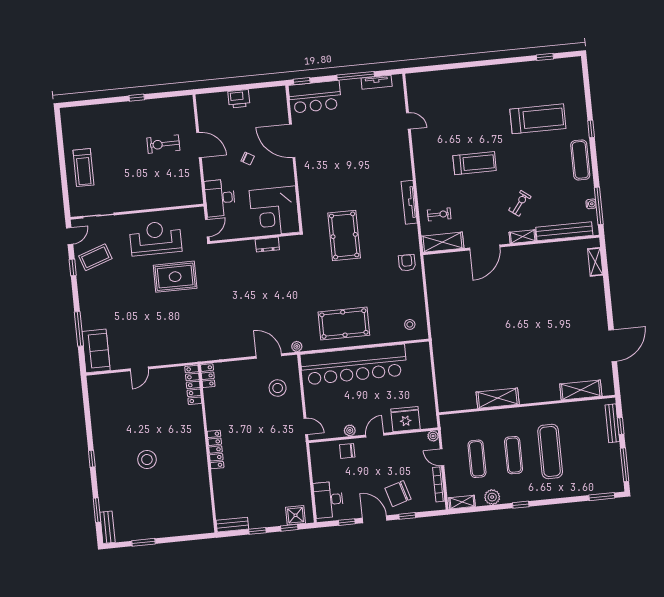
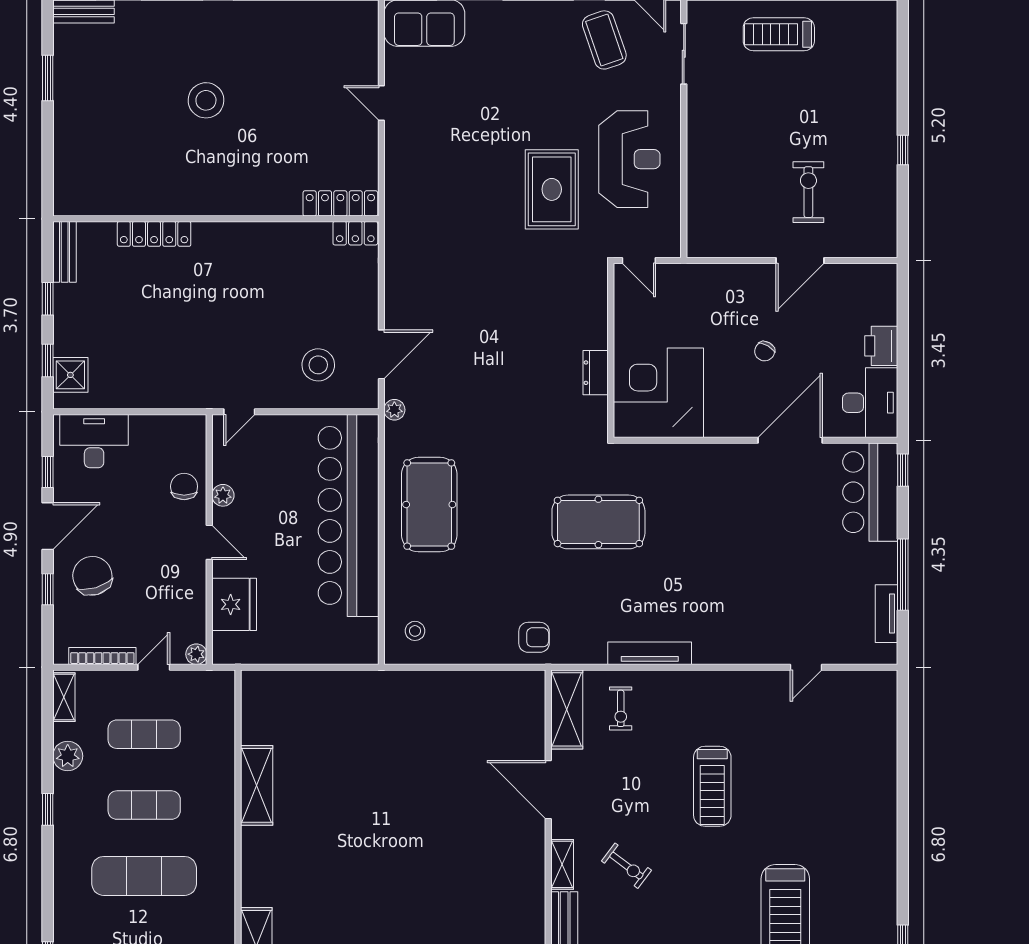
desk: (220, 198) -> (870, 403), moved, turned 90
locker: (216, 450) -> (154, 234), moved

